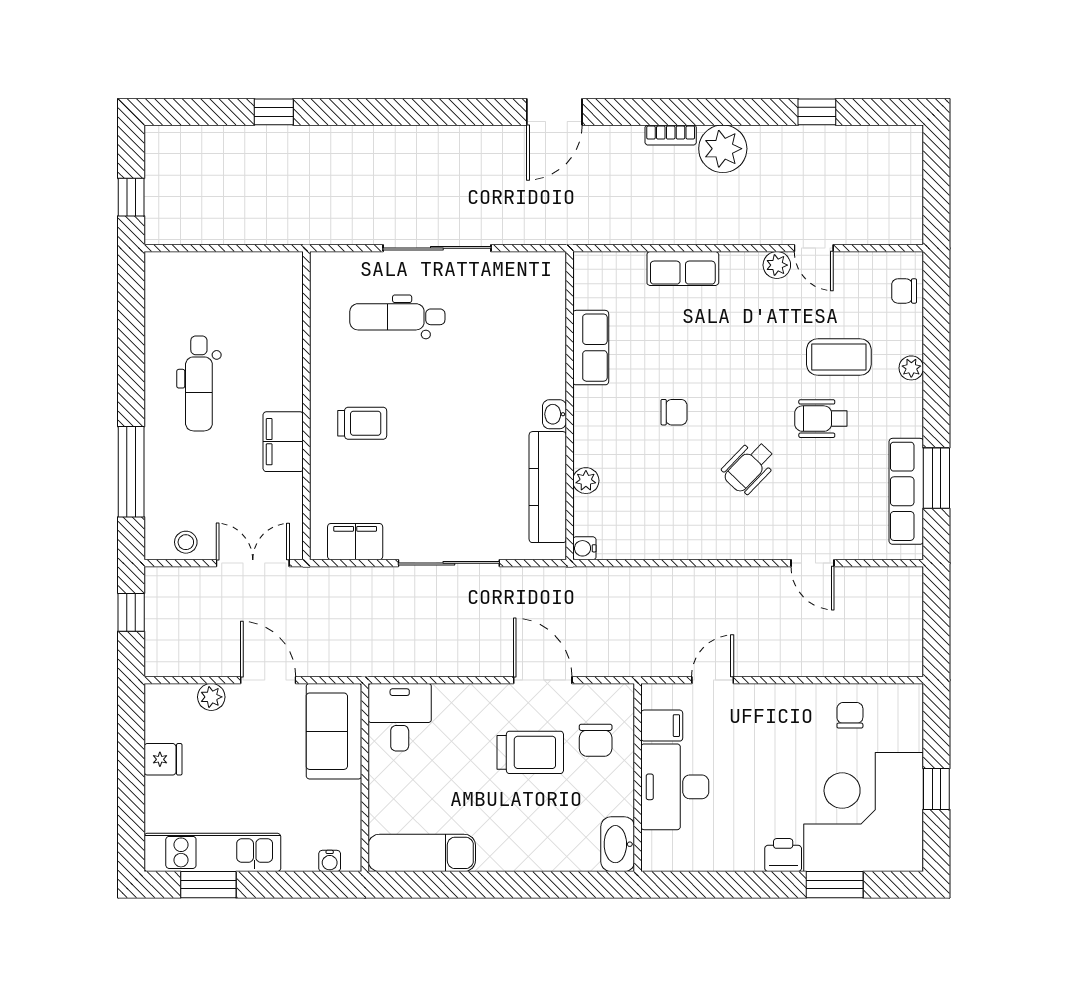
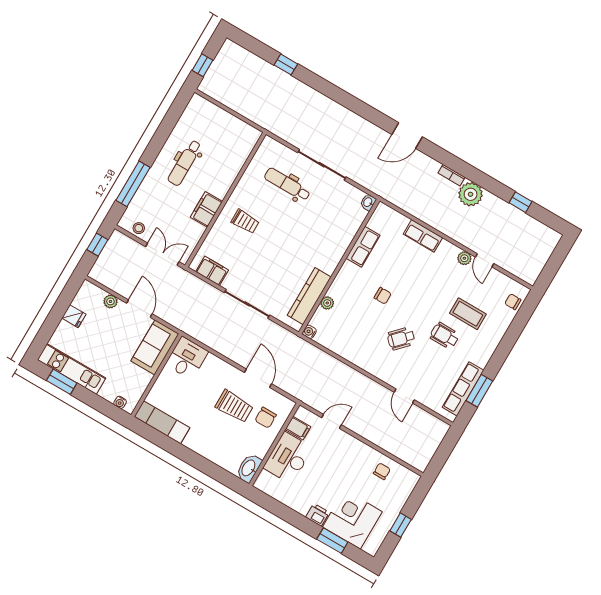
plant: (911, 368) -> (496, 337), removed
washbasin: (554, 414) -> (368, 202), moved
corner desk: (864, 812) -> (352, 519), width x0.74, depth x0.74

